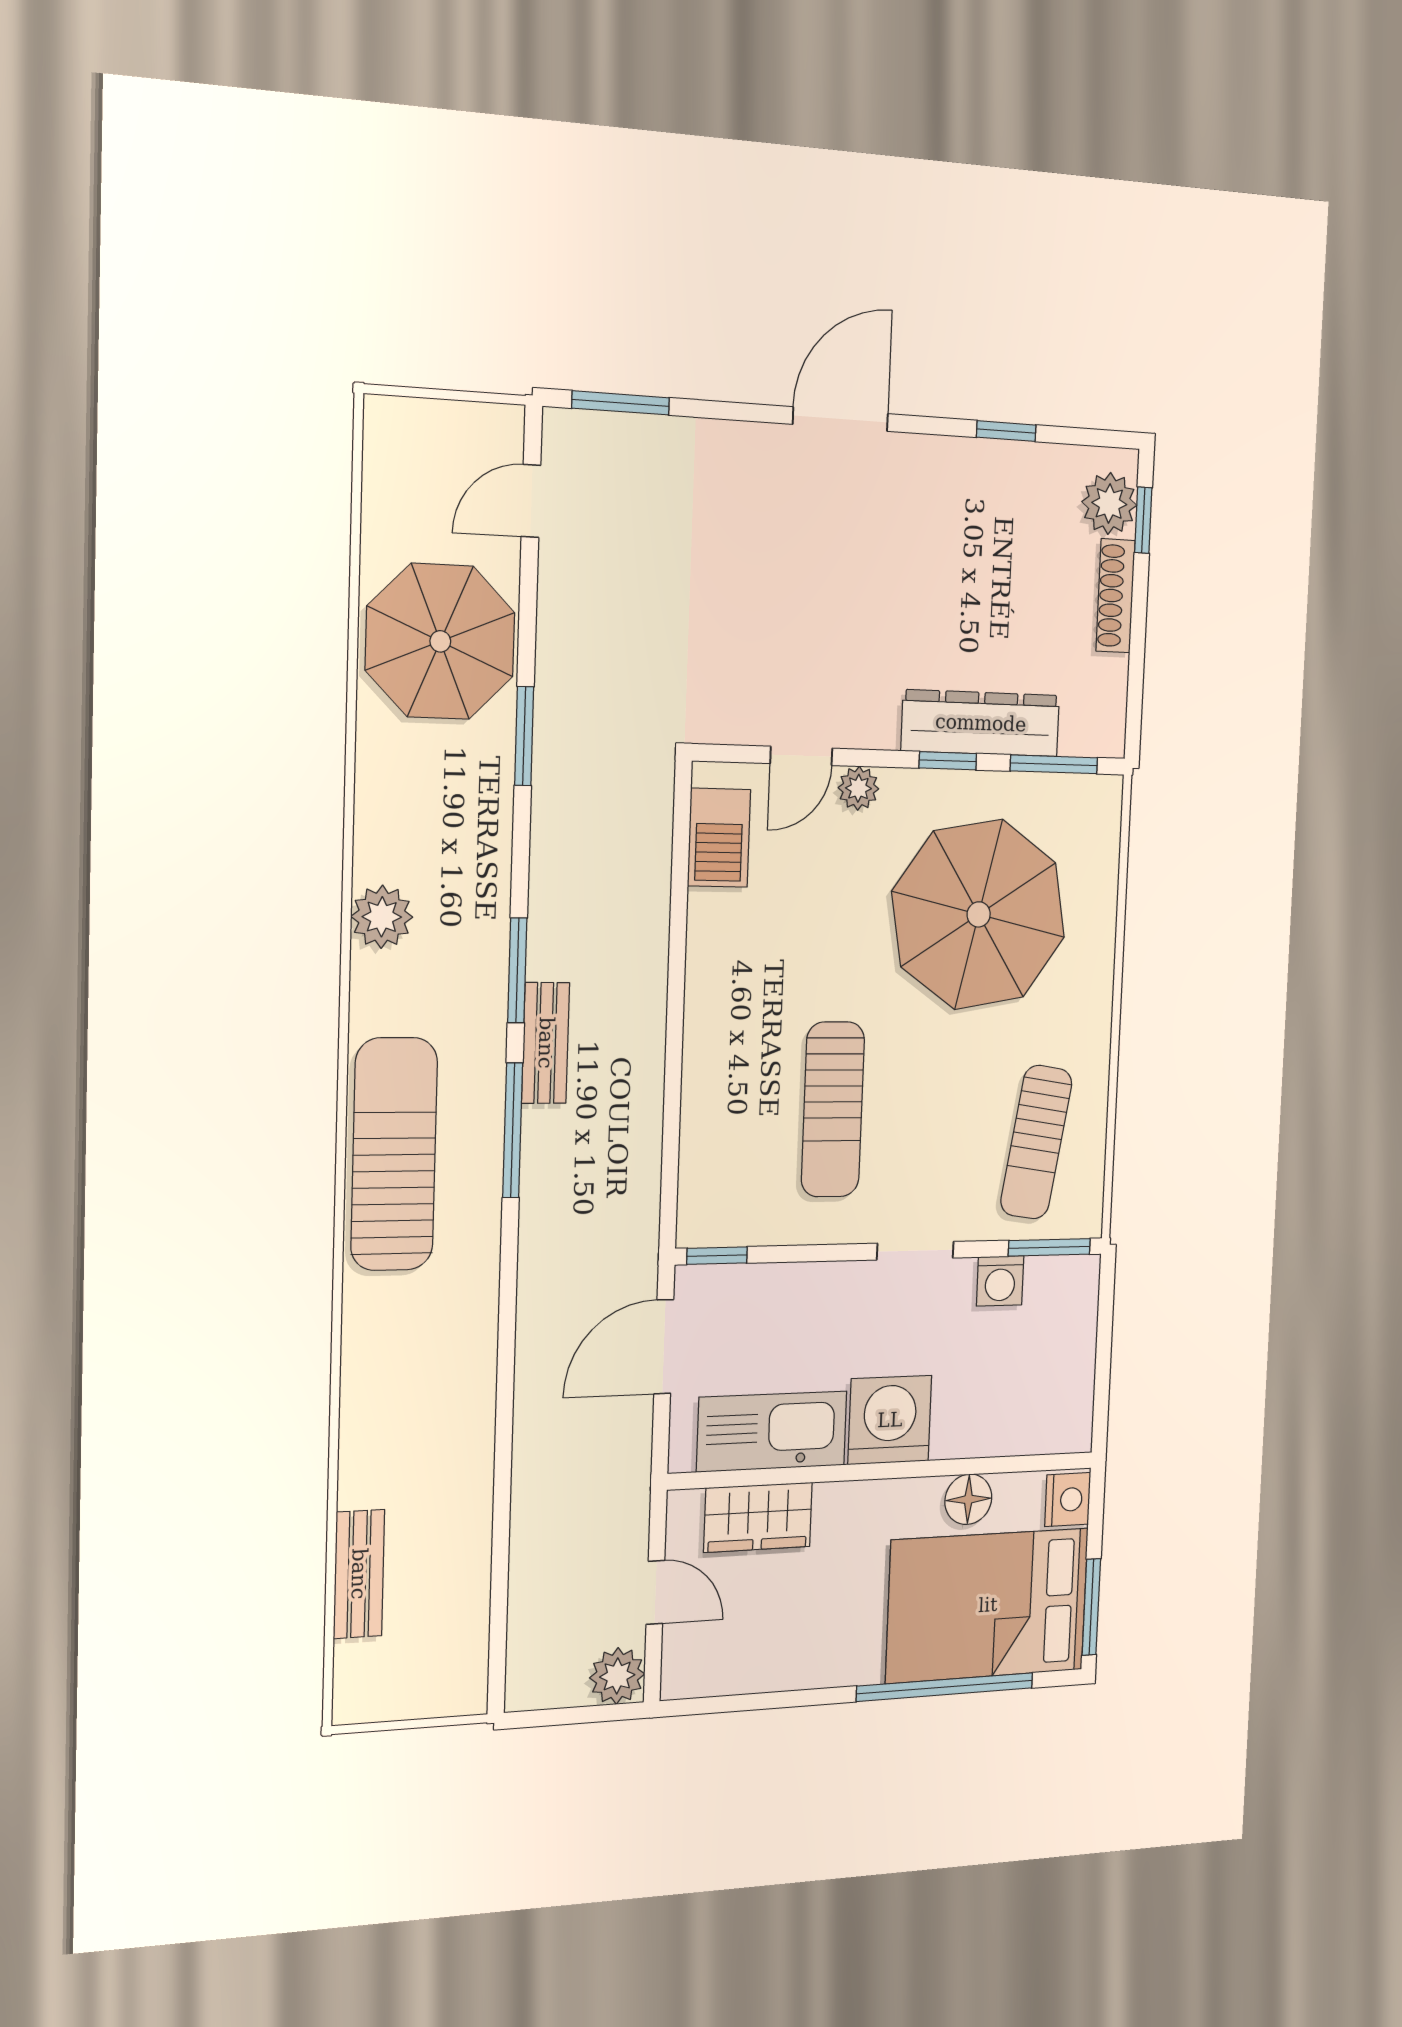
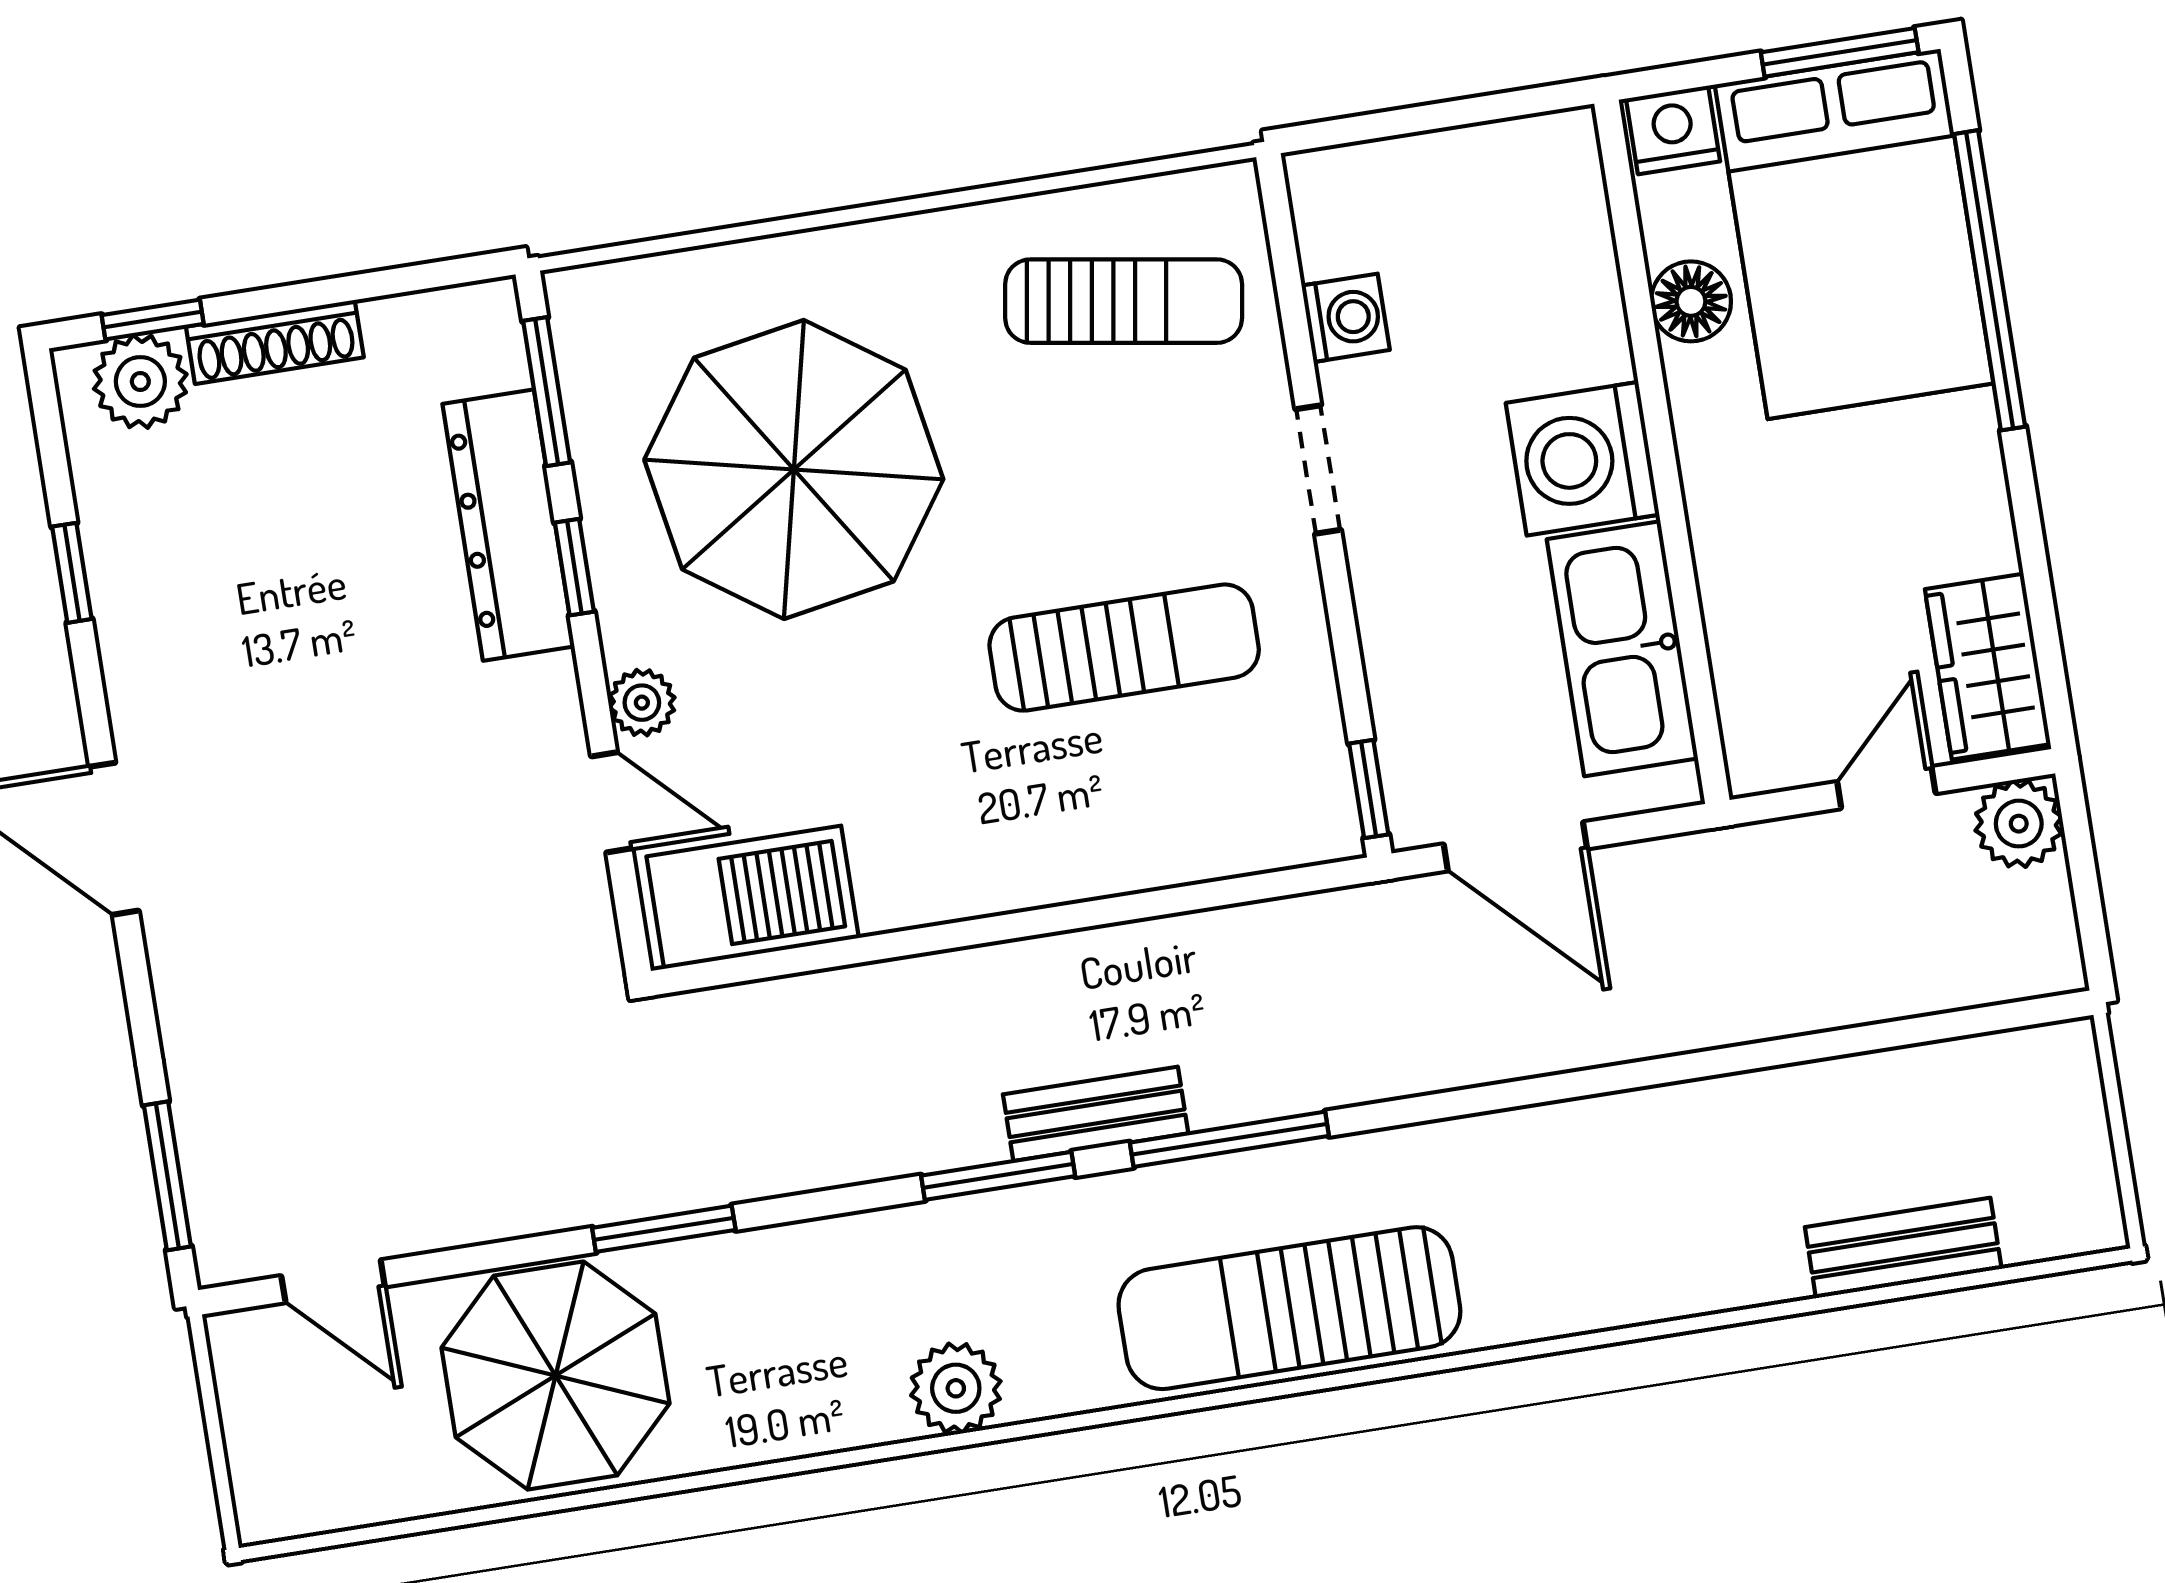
barbecue: (719, 838) -> (753, 897), width x1.37, depth x1.21
window: (1049, 1247) -> (1283, 245), removed
wardrobe: (758, 1517) -> (1988, 667), moved, turned 180

